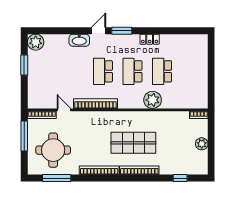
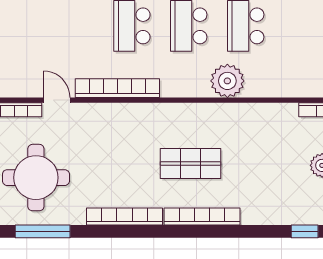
shop shelf: (133, 143) -> (190, 164), width x0.70, depth x0.74
window: (180, 178) -> (305, 231), moved

